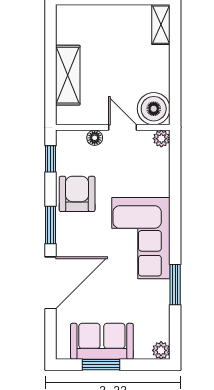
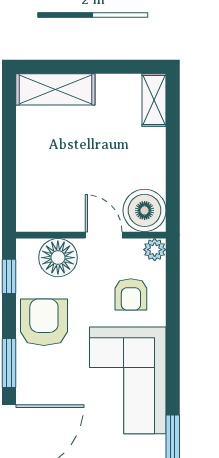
shelving: (68, 75) -> (55, 89), moved, turned 90
floor lamp: (95, 138) -> (58, 258), width x1.89, depth x1.89
armchair: (143, 173) -> (131, 294), added

